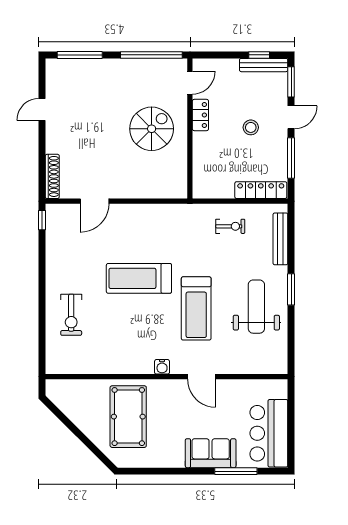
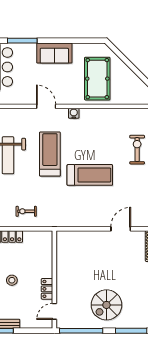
spiral stairs: (152, 129) -> (106, 305), moved
sofa: (211, 453) -> (54, 53), moved

